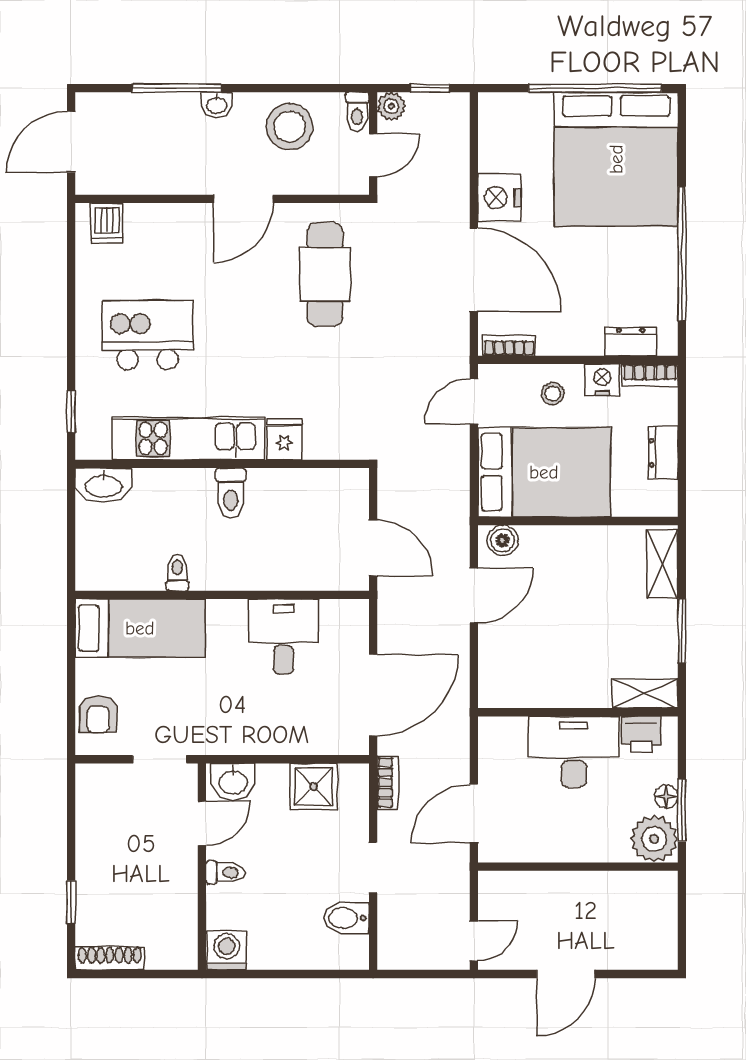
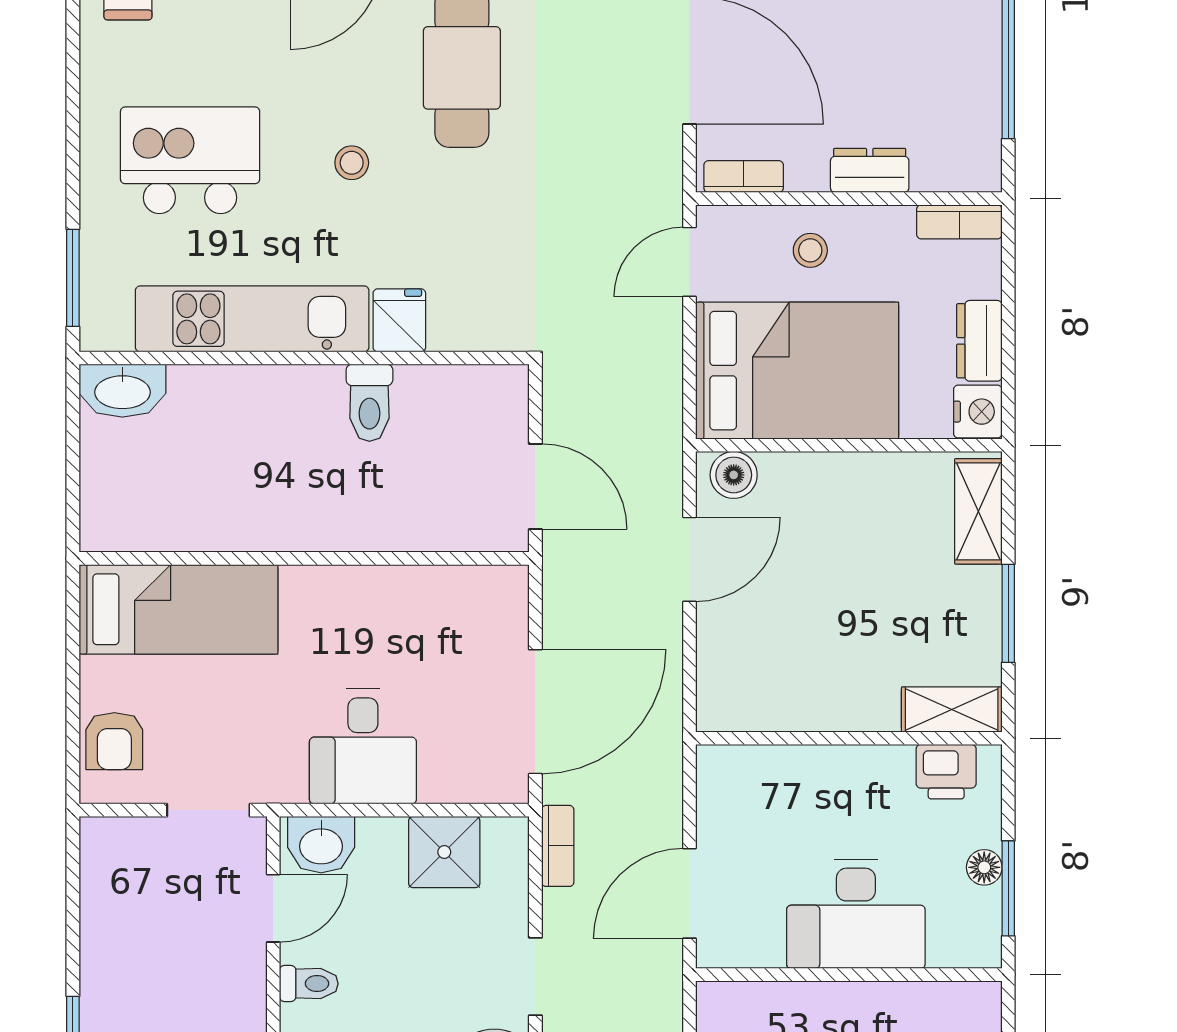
stool: (253, 336) -> (352, 163), added
dresser: (631, 341) -> (870, 170), moved
nightstand: (602, 380) -> (978, 412), moved, turned 90
window: (71, 412) -> (73, 278), width x1.50
toilet: (231, 493) -> (369, 403), moved
toilet: (177, 572) -> (236, 524), removed
desk: (284, 636) -> (363, 746), moved, turned 180
desk: (574, 752) -> (856, 914), moved, turned 180
plant: (654, 839) -> (966, 932), removed

